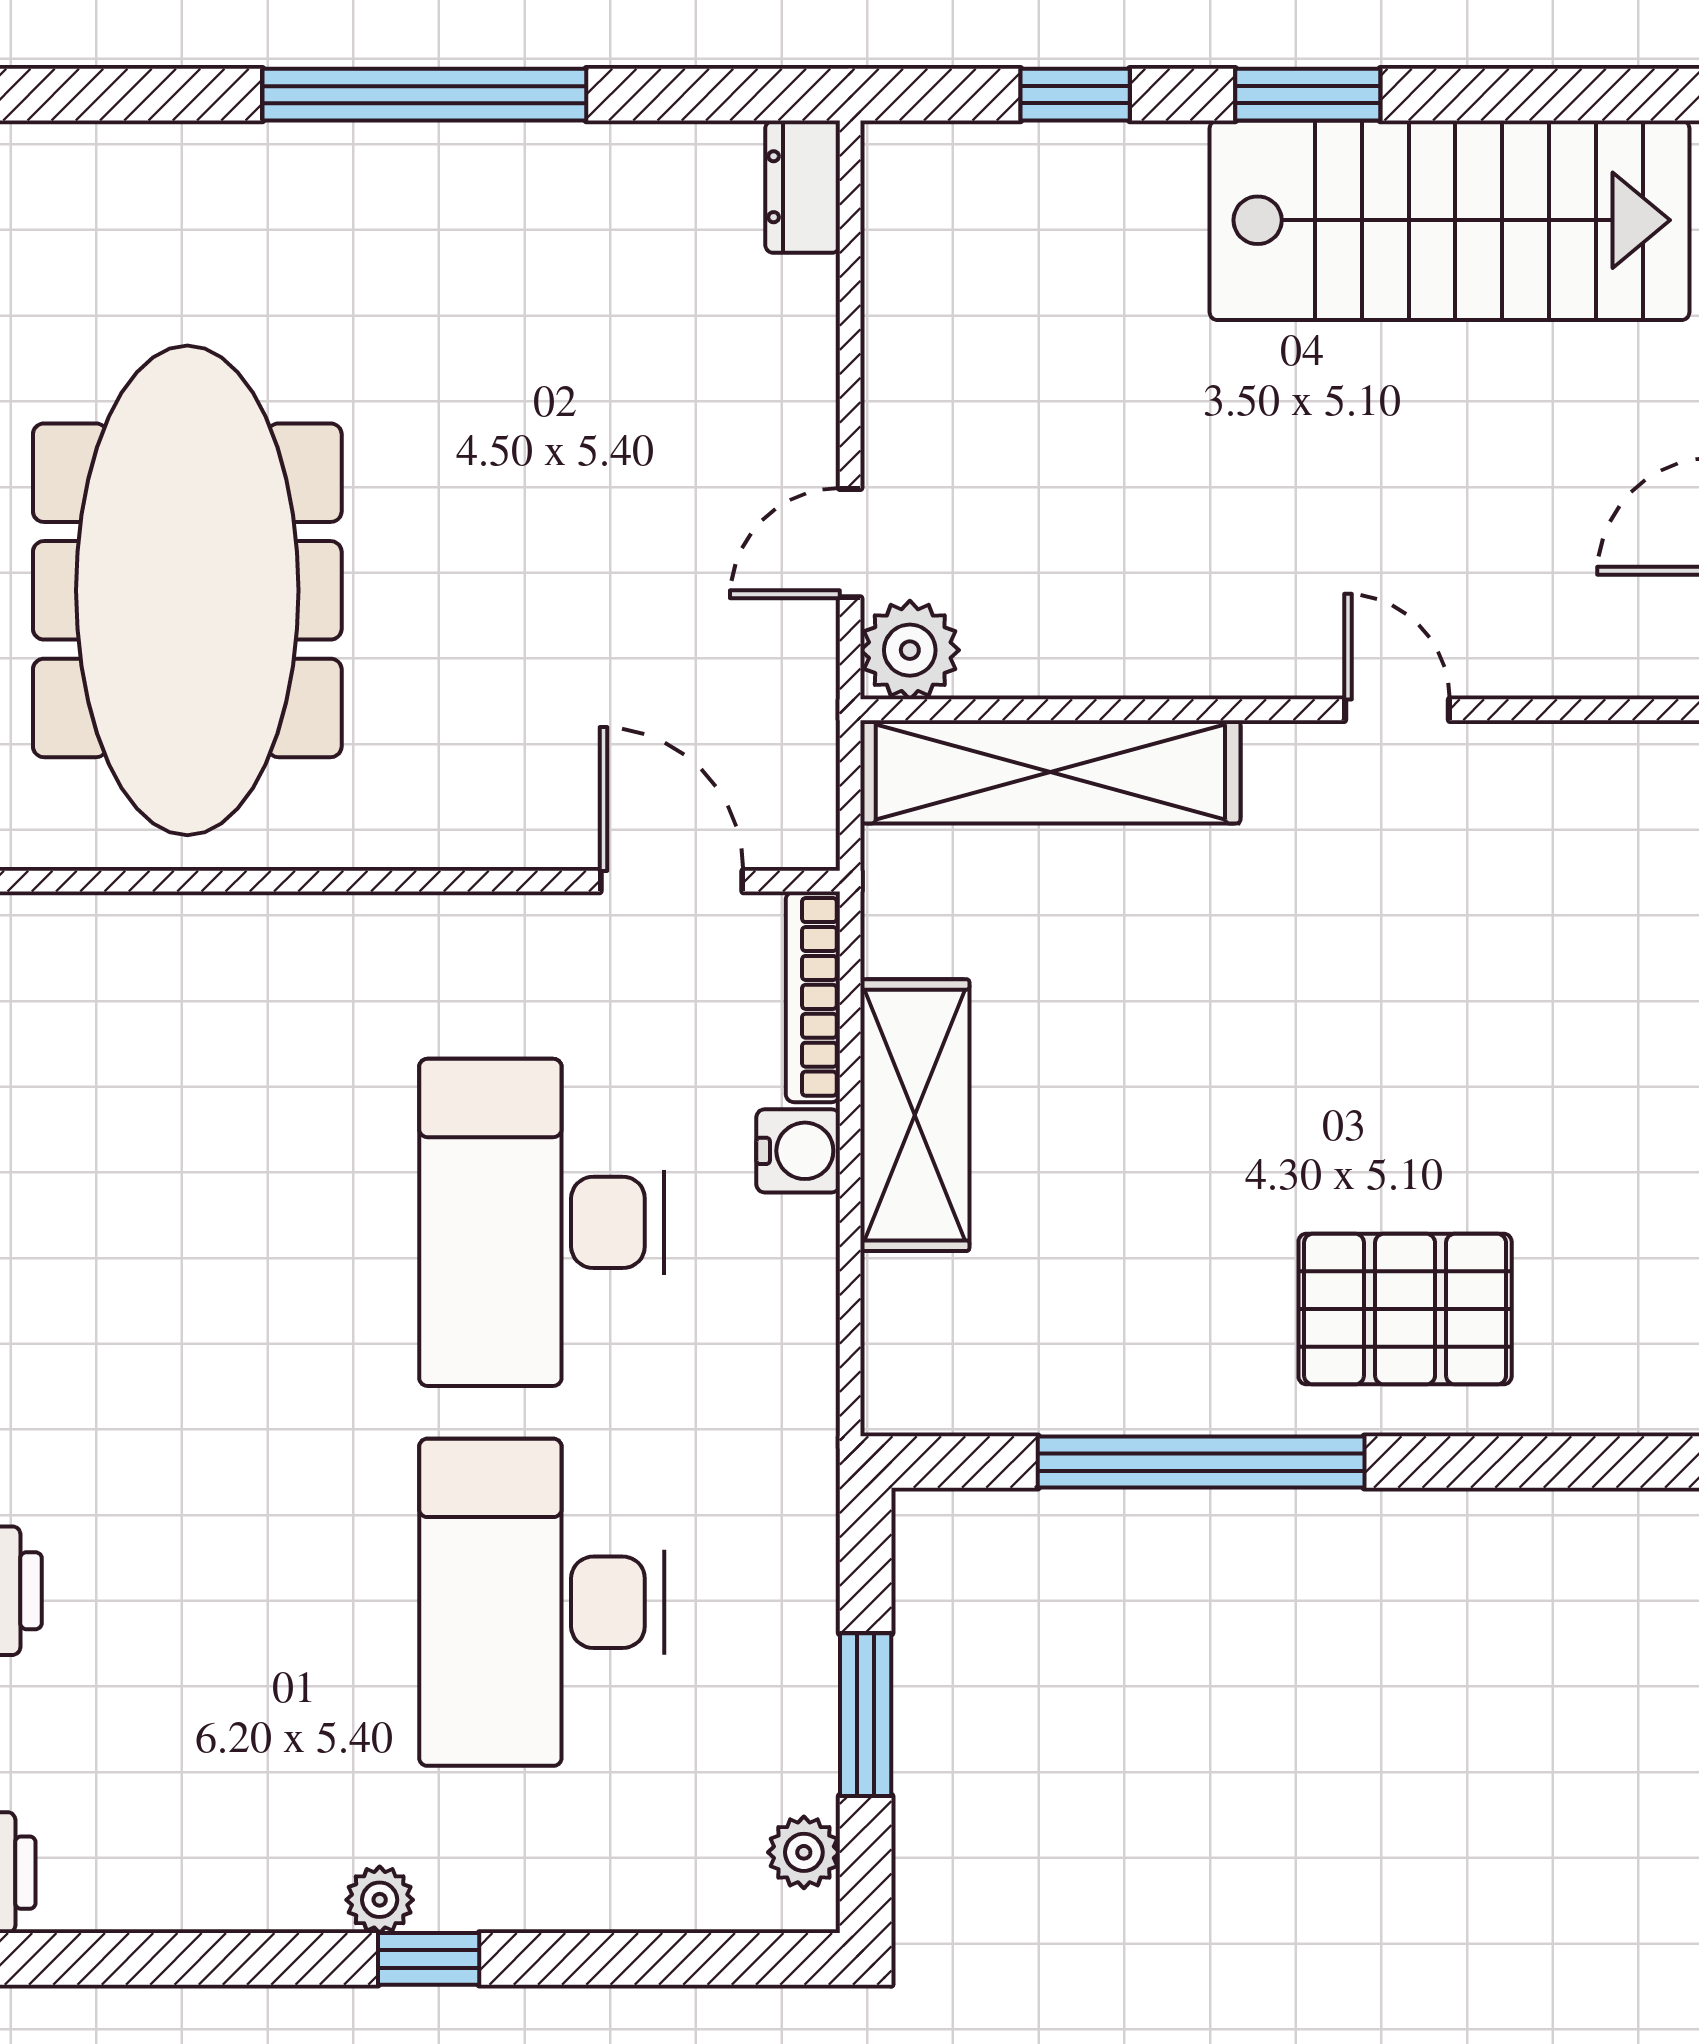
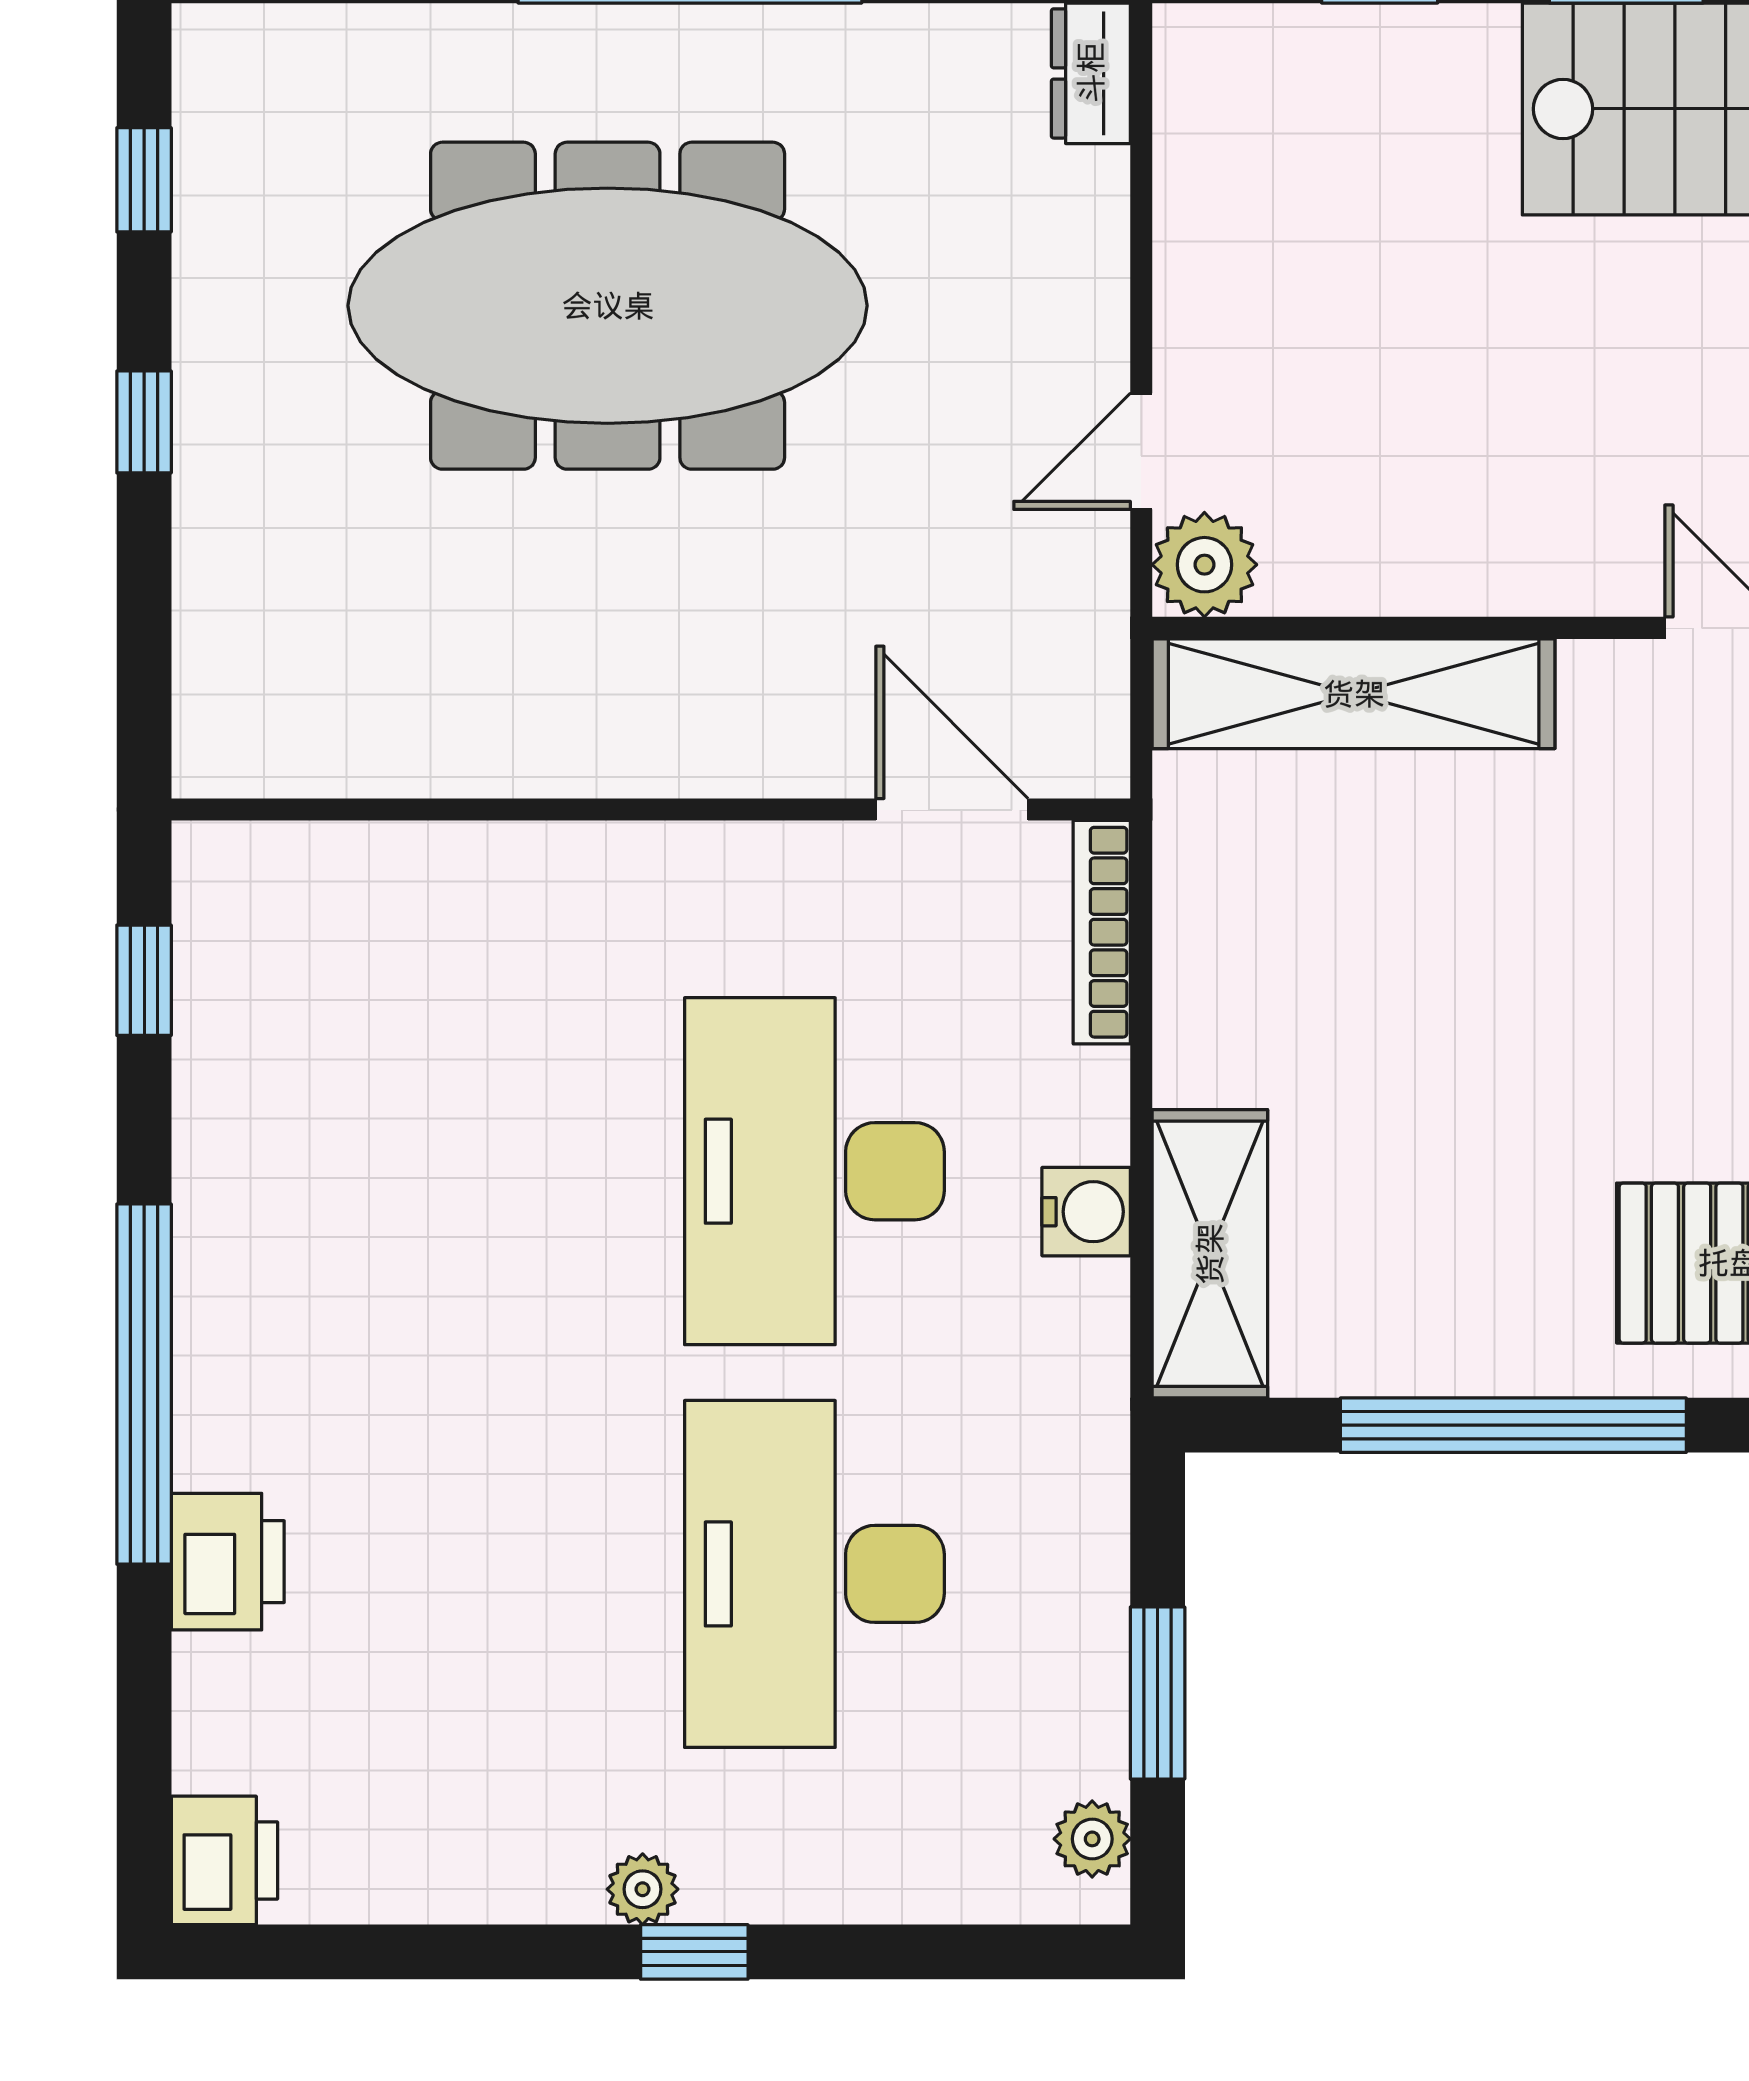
meeting table: (187, 590) -> (608, 306), moved, turned 90
shelving: (915, 1115) -> (1210, 1254), moved
water cooler: (798, 1151) -> (1086, 1212), moved

